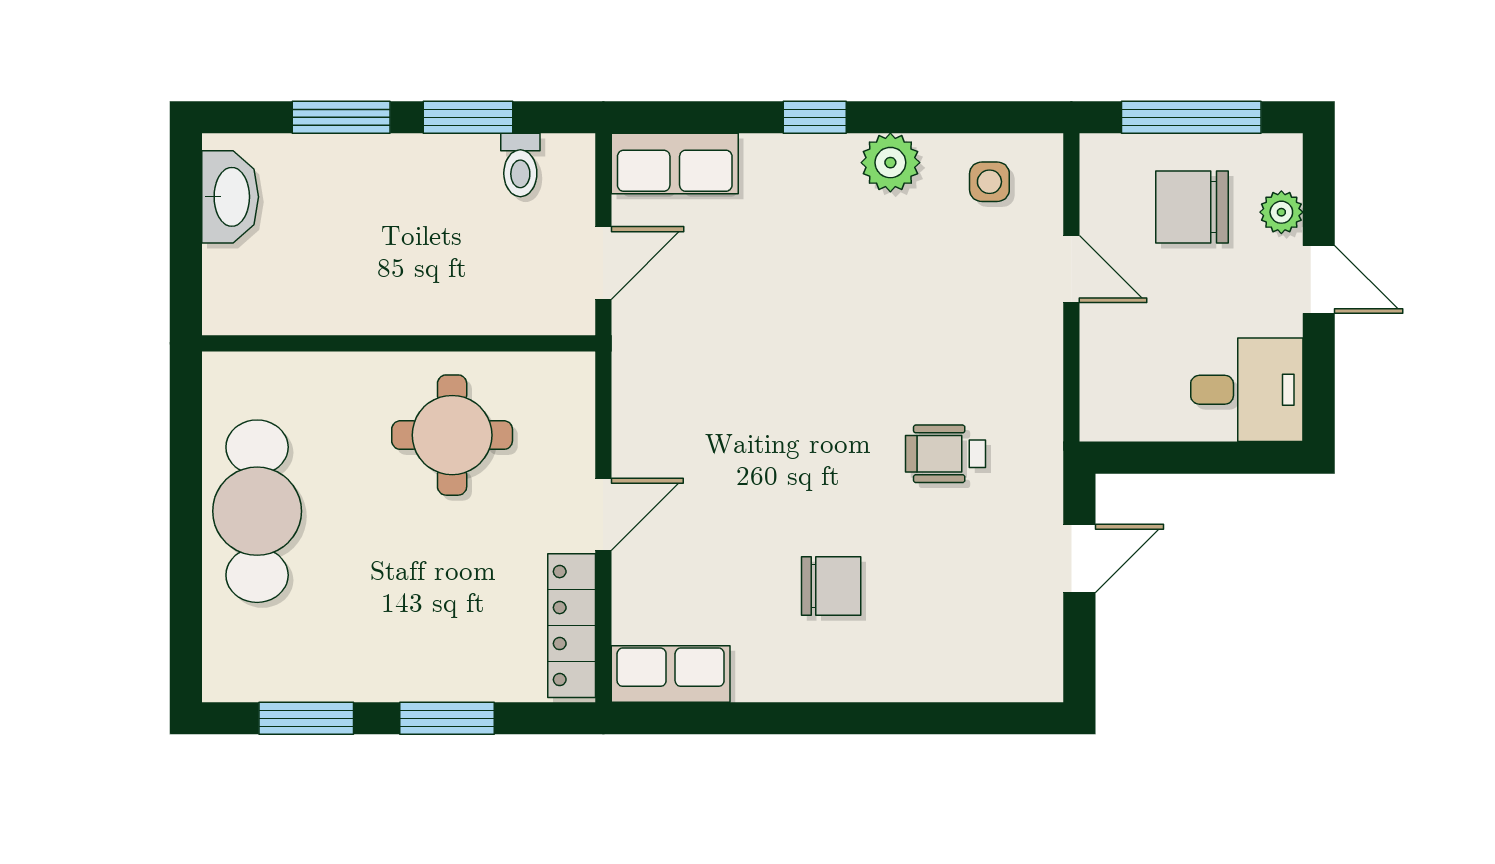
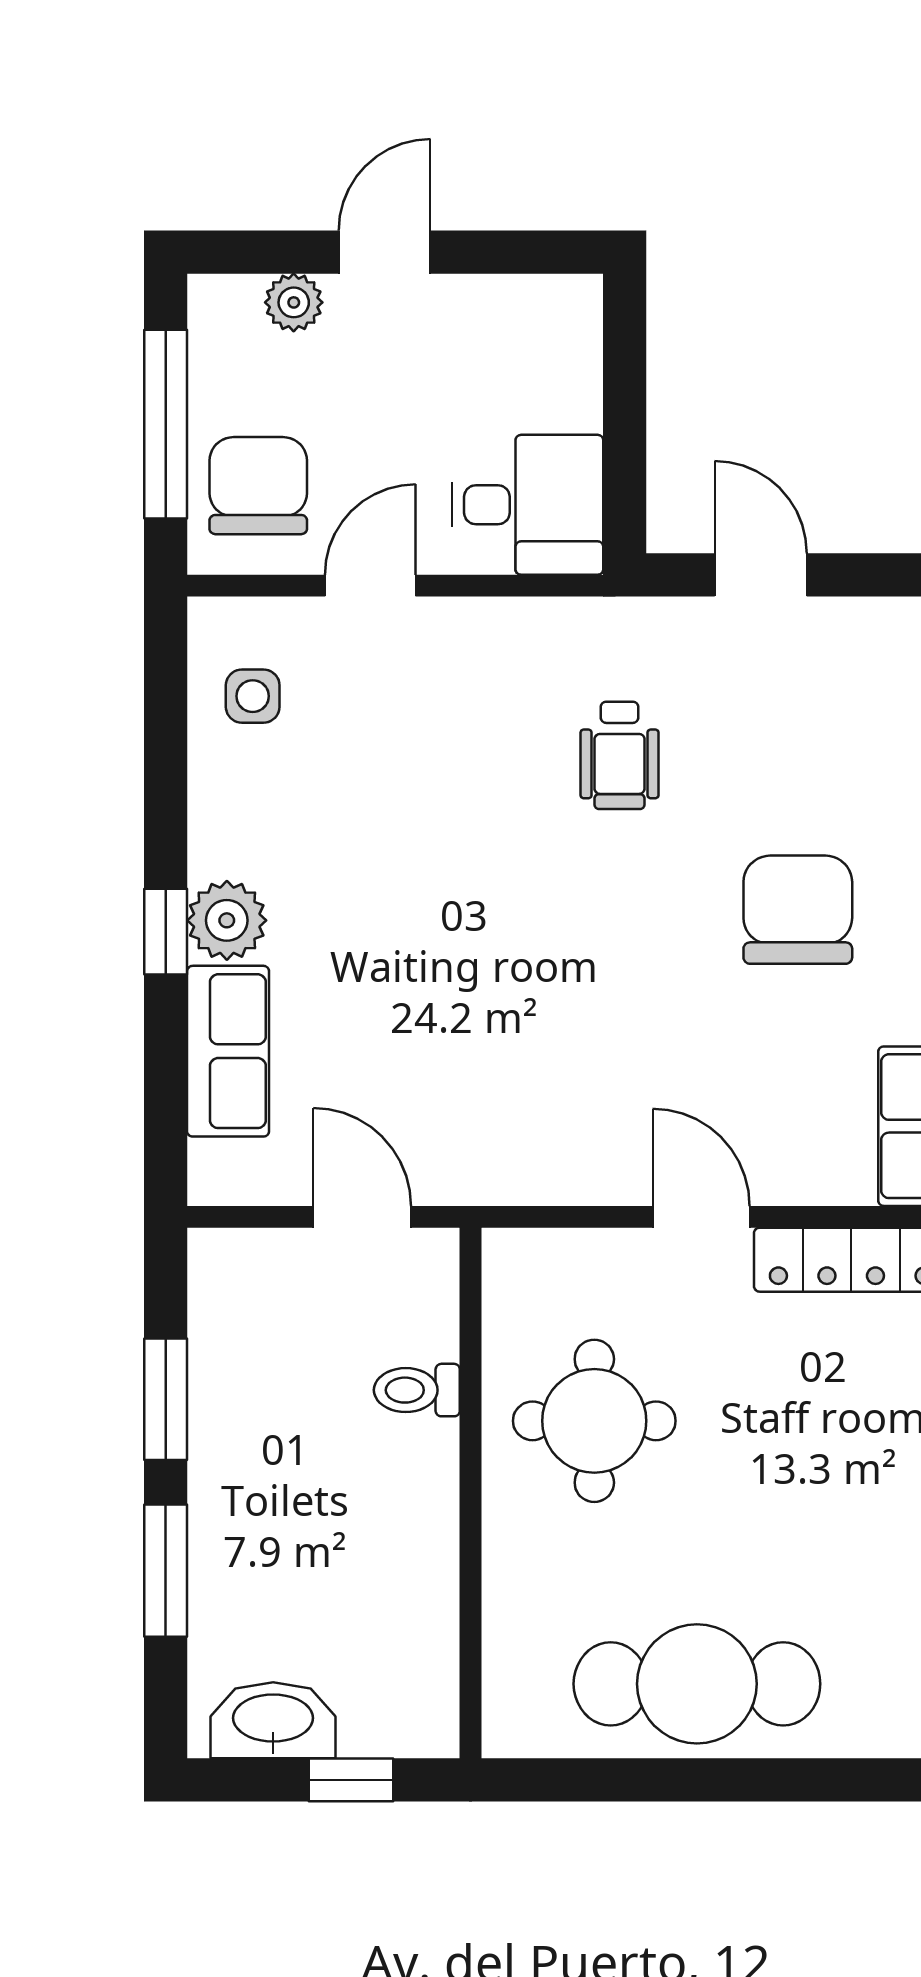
plant: (890, 163) -> (227, 920), moved
row of seats: (675, 164) -> (228, 1051), moved
toilet: (520, 165) -> (417, 1390), moved, turned 180
chair: (1192, 207) -> (258, 486), moved, turned 180
window: (186, 255) -> (351, 1780), added
desk: (1247, 390) -> (528, 505), moved, turned 90
chair: (831, 586) -> (798, 910), width x1.37, depth x1.37

